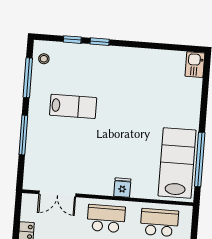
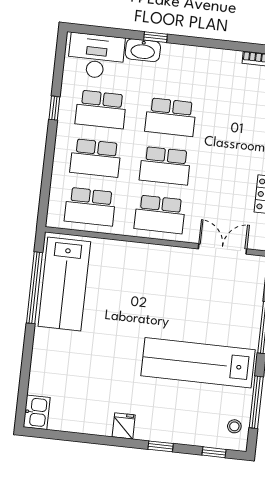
window: (72, 40) -> (214, 452), moved
lab bench: (73, 106) -> (198, 363), width x1.86, depth x1.39
fridge: (122, 188) -> (124, 426), moved, turned 180

